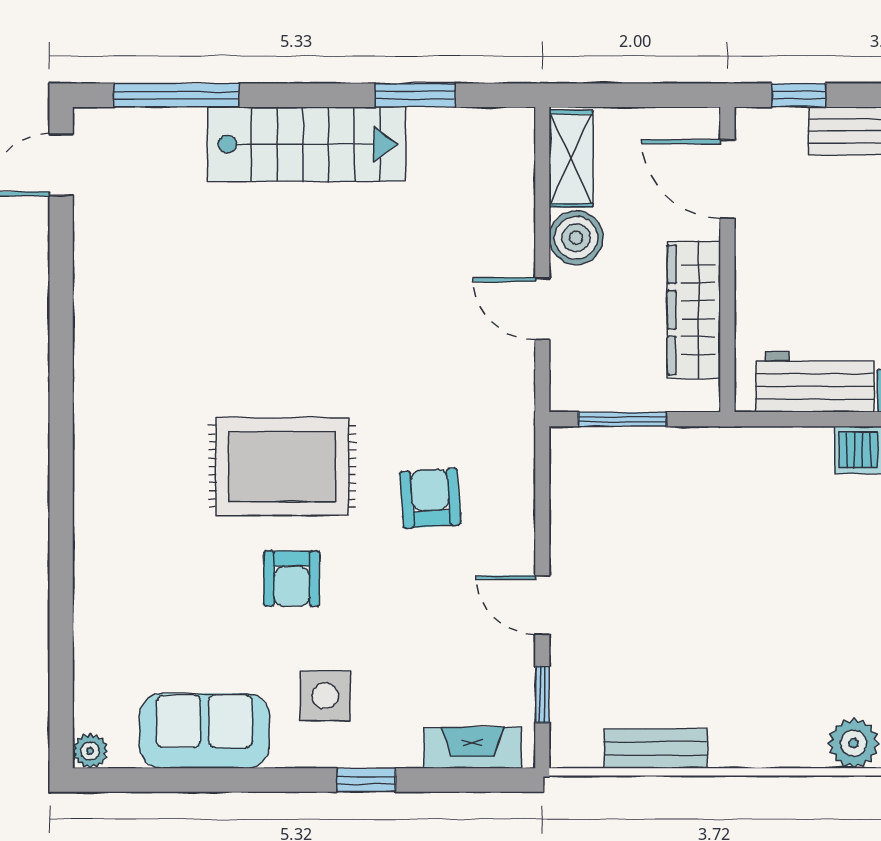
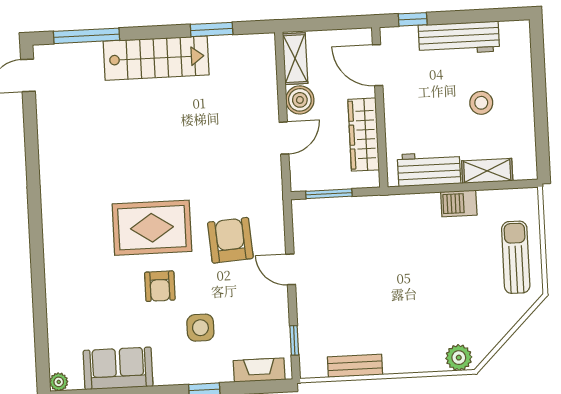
door: (542, 309) -> (284, 138), swing flipped
armchair: (430, 498) -> (230, 240), width x1.38, depth x1.38
door: (542, 605) -> (291, 269), moved
side table: (325, 696) -> (200, 328), moved

